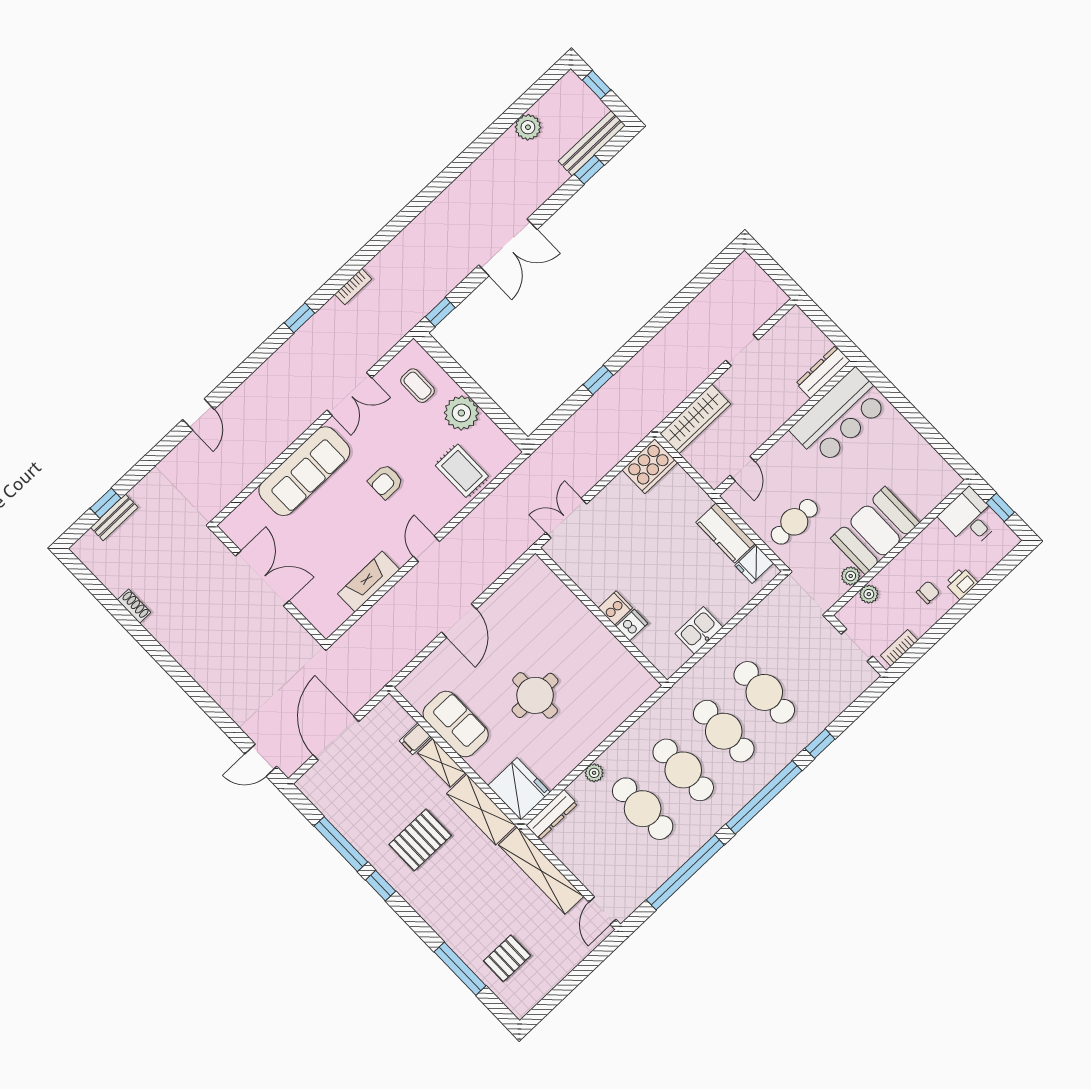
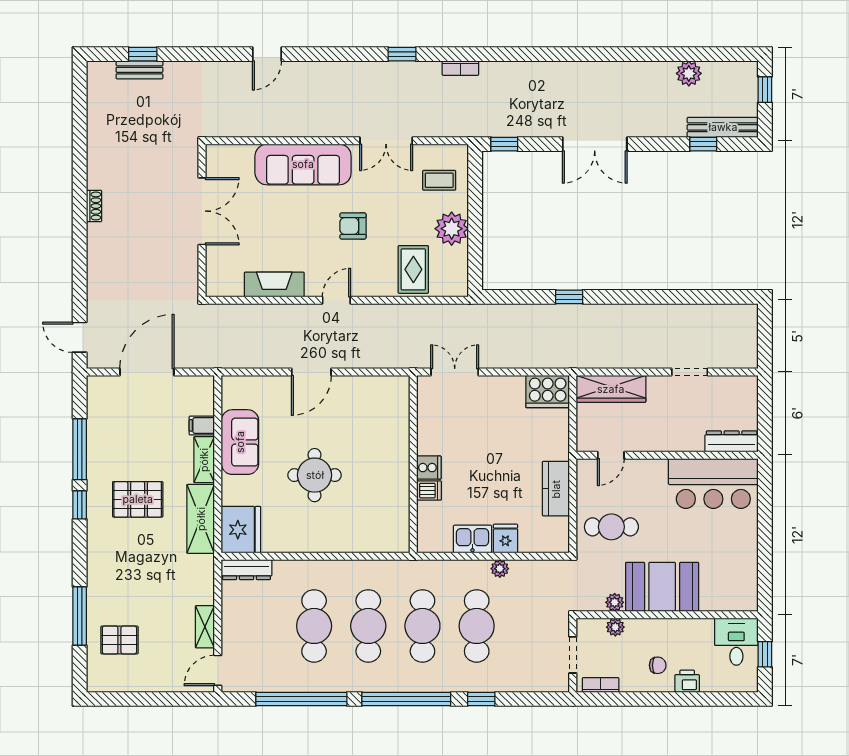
coffee table: (418, 386) -> (439, 180), turned 90
fridge: (754, 564) -> (505, 539), moved, turned 90
shoe rack: (134, 606) -> (94, 206), moved
plant: (594, 773) -> (500, 569), moved
shelving: (541, 871) -> (205, 627), width x0.45, depth x0.75

